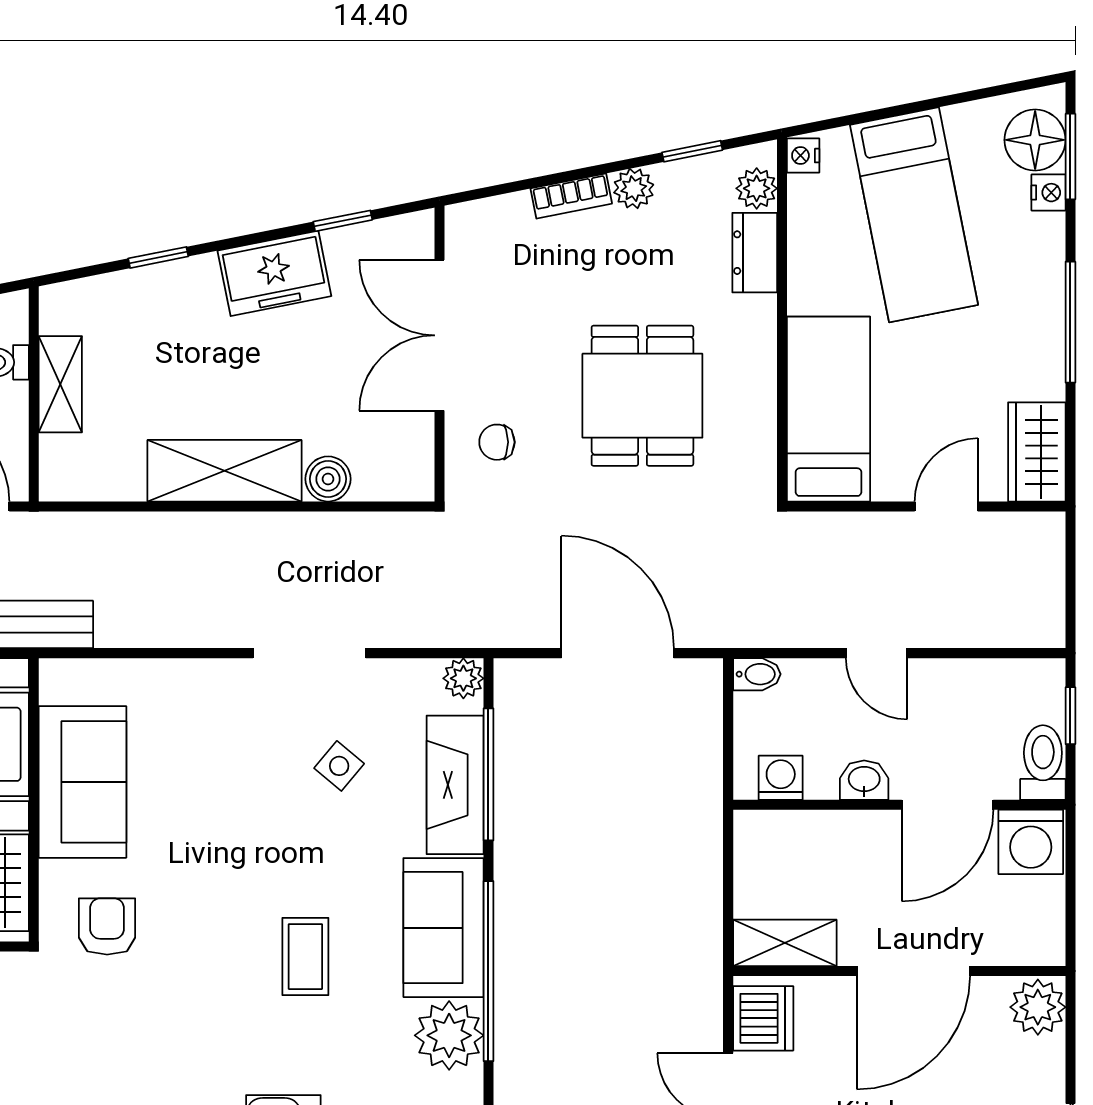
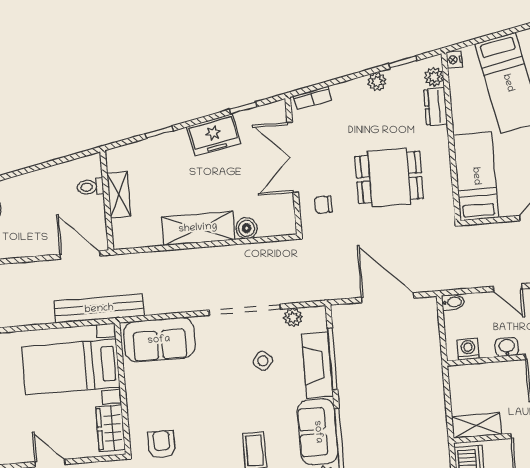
bookcase: (571, 196) -> (312, 98), moved
dining table: (642, 396) -> (389, 177), turned 90
doorway: (309, 653) -> (245, 310), width x1.36
plant: (463, 678) -> (293, 317), moved
sofa: (82, 782) -> (159, 340), moved, turned 90

